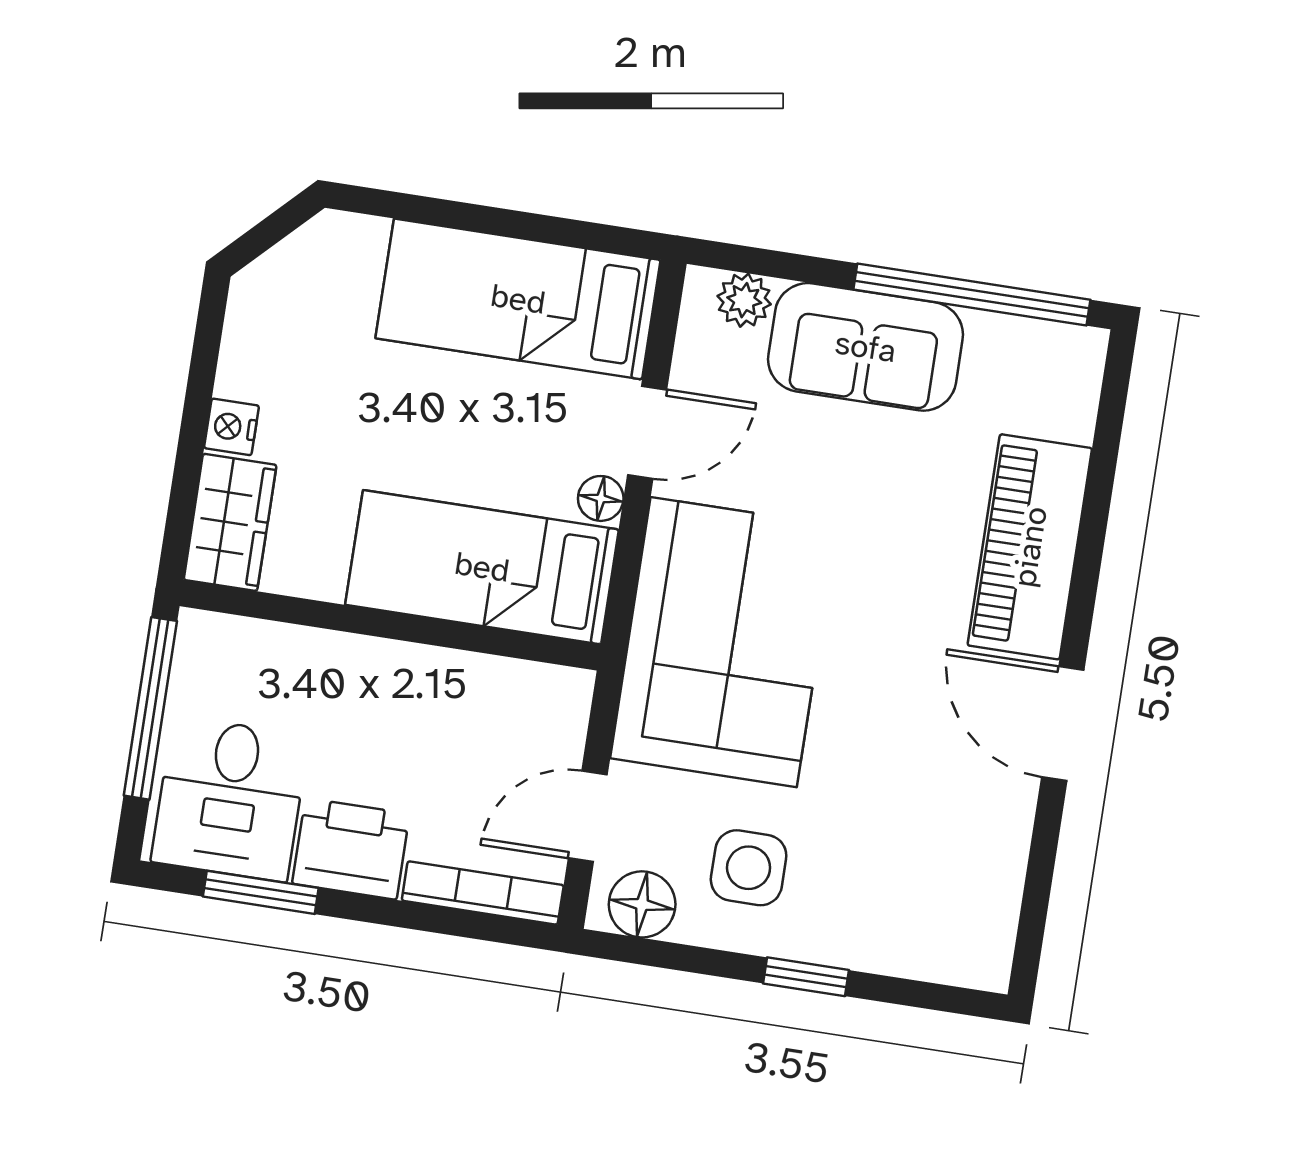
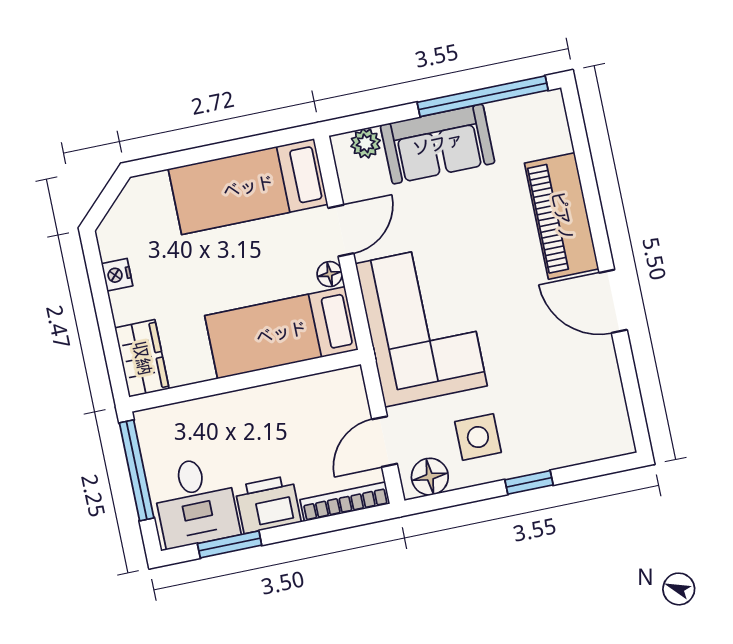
nightstand: (231, 427) -> (117, 275), moved

